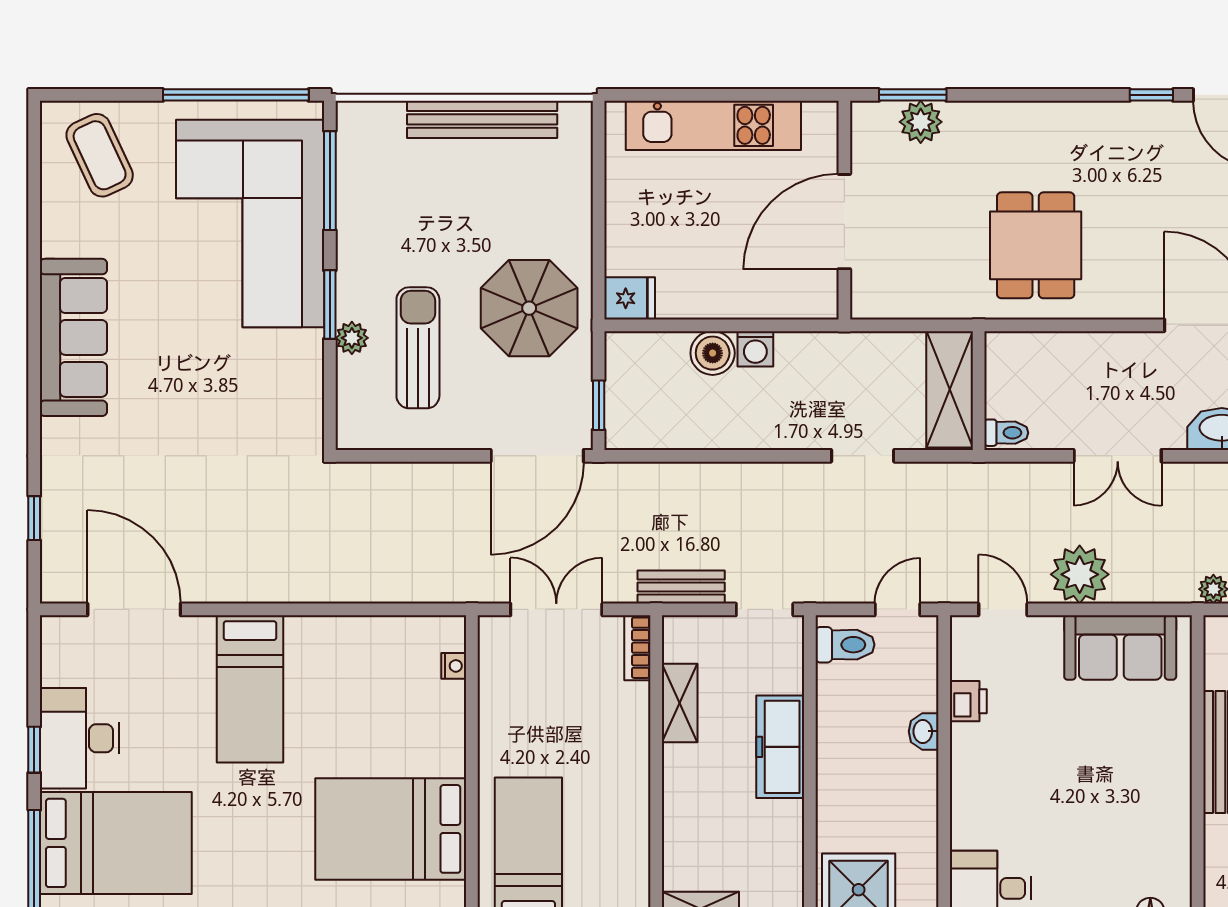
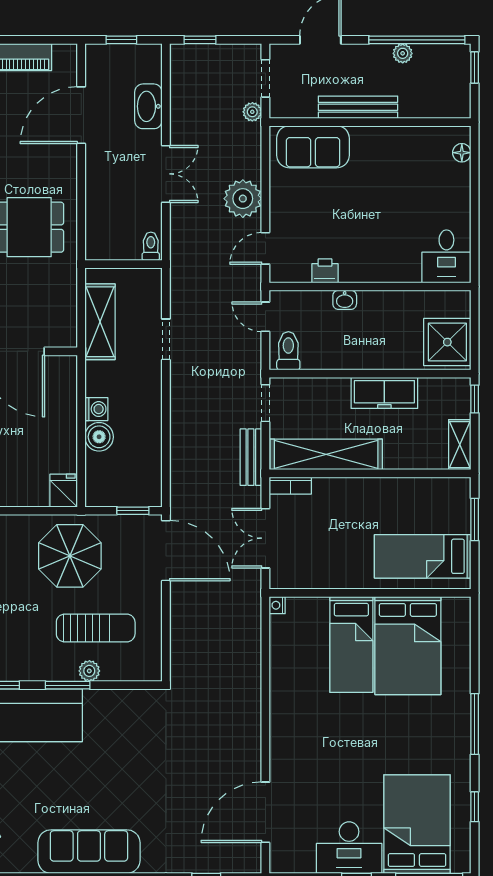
sun lounger: (418, 348) -> (96, 628), turned 180
shelving: (950, 389) -> (100, 322), moved, turned 90
sofa: (1120, 647) -> (313, 147), moved, turned 90
nightstand: (454, 666) -> (277, 605), moved, turned -90
bed: (250, 689) -> (351, 645), moved, turned 90
shelving: (680, 703) -> (326, 454), width x2.20, depth x1.33
freezer: (780, 747) -> (384, 393), moved

